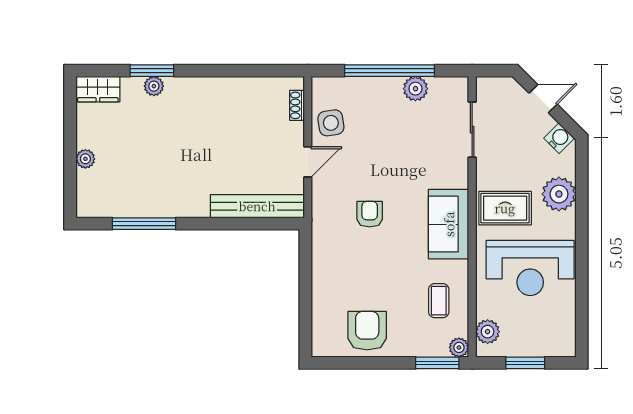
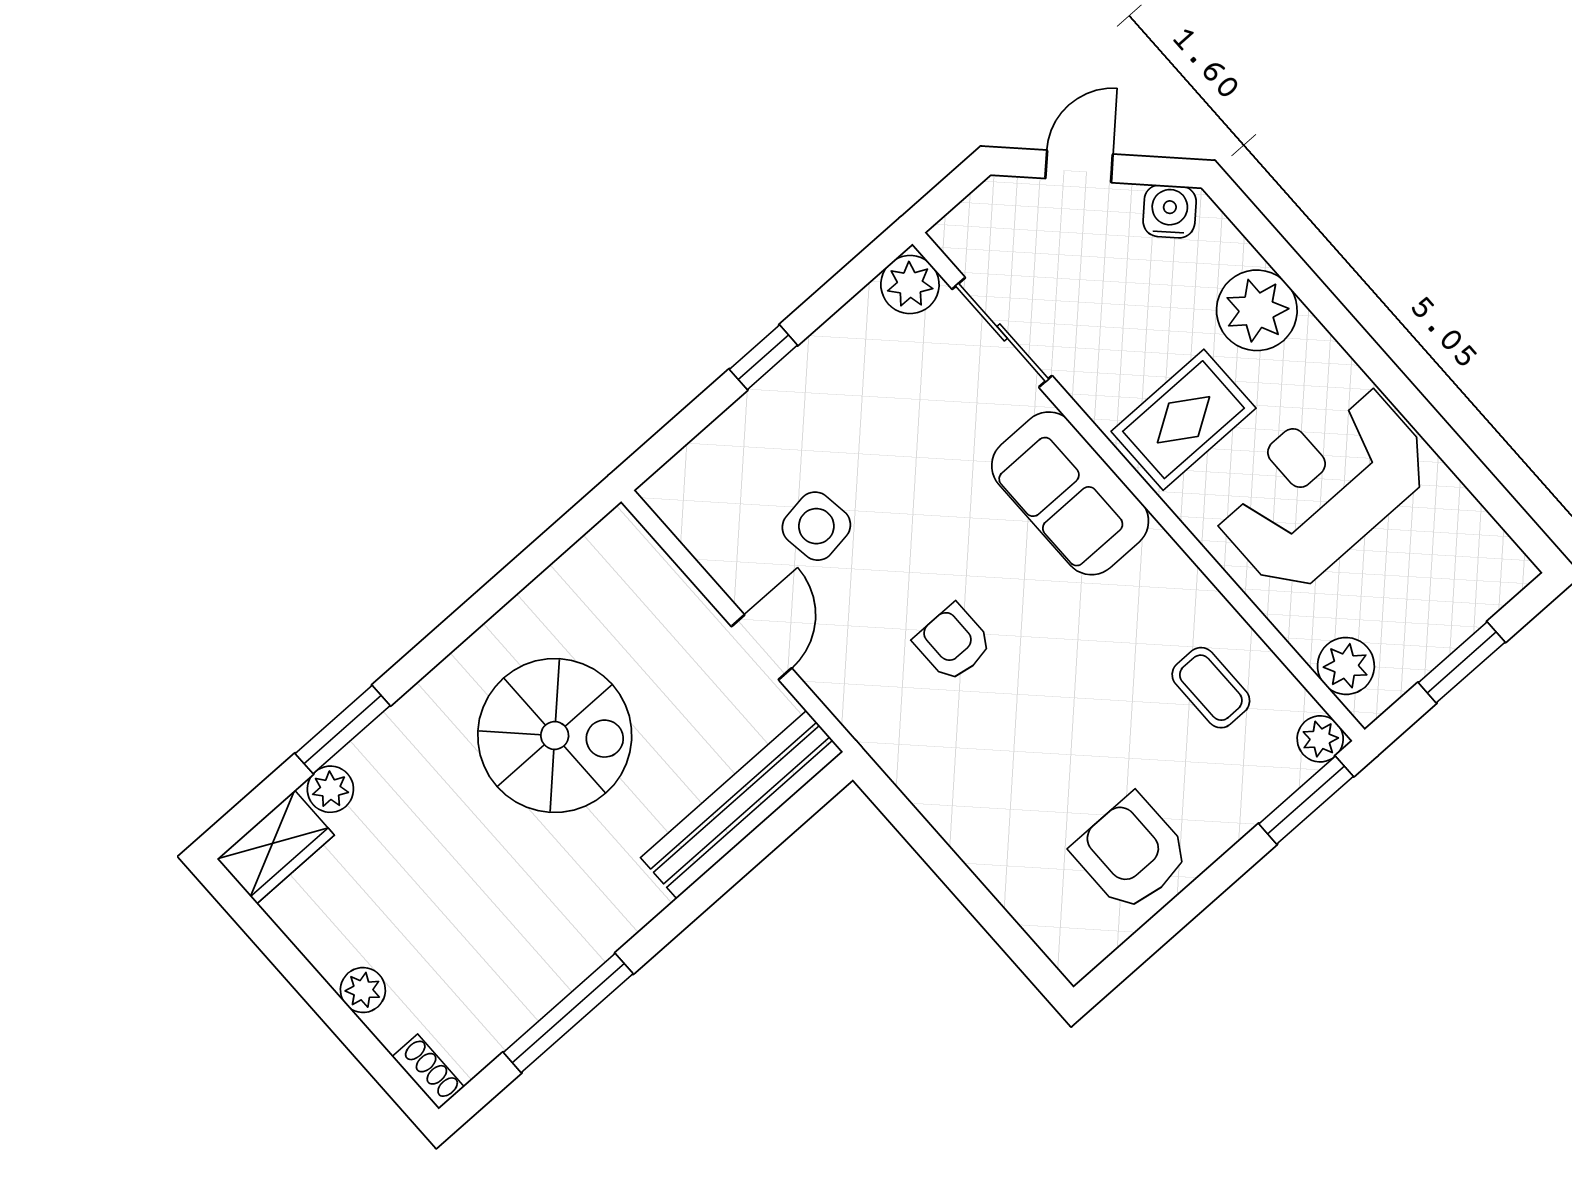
window: (390, 71) -> (763, 357), width x0.32
plant: (154, 86) -> (330, 789), moved
plant: (415, 89) -> (910, 284), moved
shoe rack: (297, 105) -> (428, 1072), moved, turned 180
side table: (331, 123) -> (816, 526), moved
spiral stairs: (217, 132) -> (555, 736), added
sofa: (449, 224) -> (1070, 493), moved
reception desk: (530, 268) -> (1322, 486), turned 180

